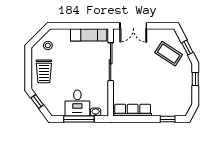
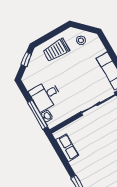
row of seats: (133, 110) -> (67, 148), width x0.68
window: (79, 119) -> (38, 114), moved

